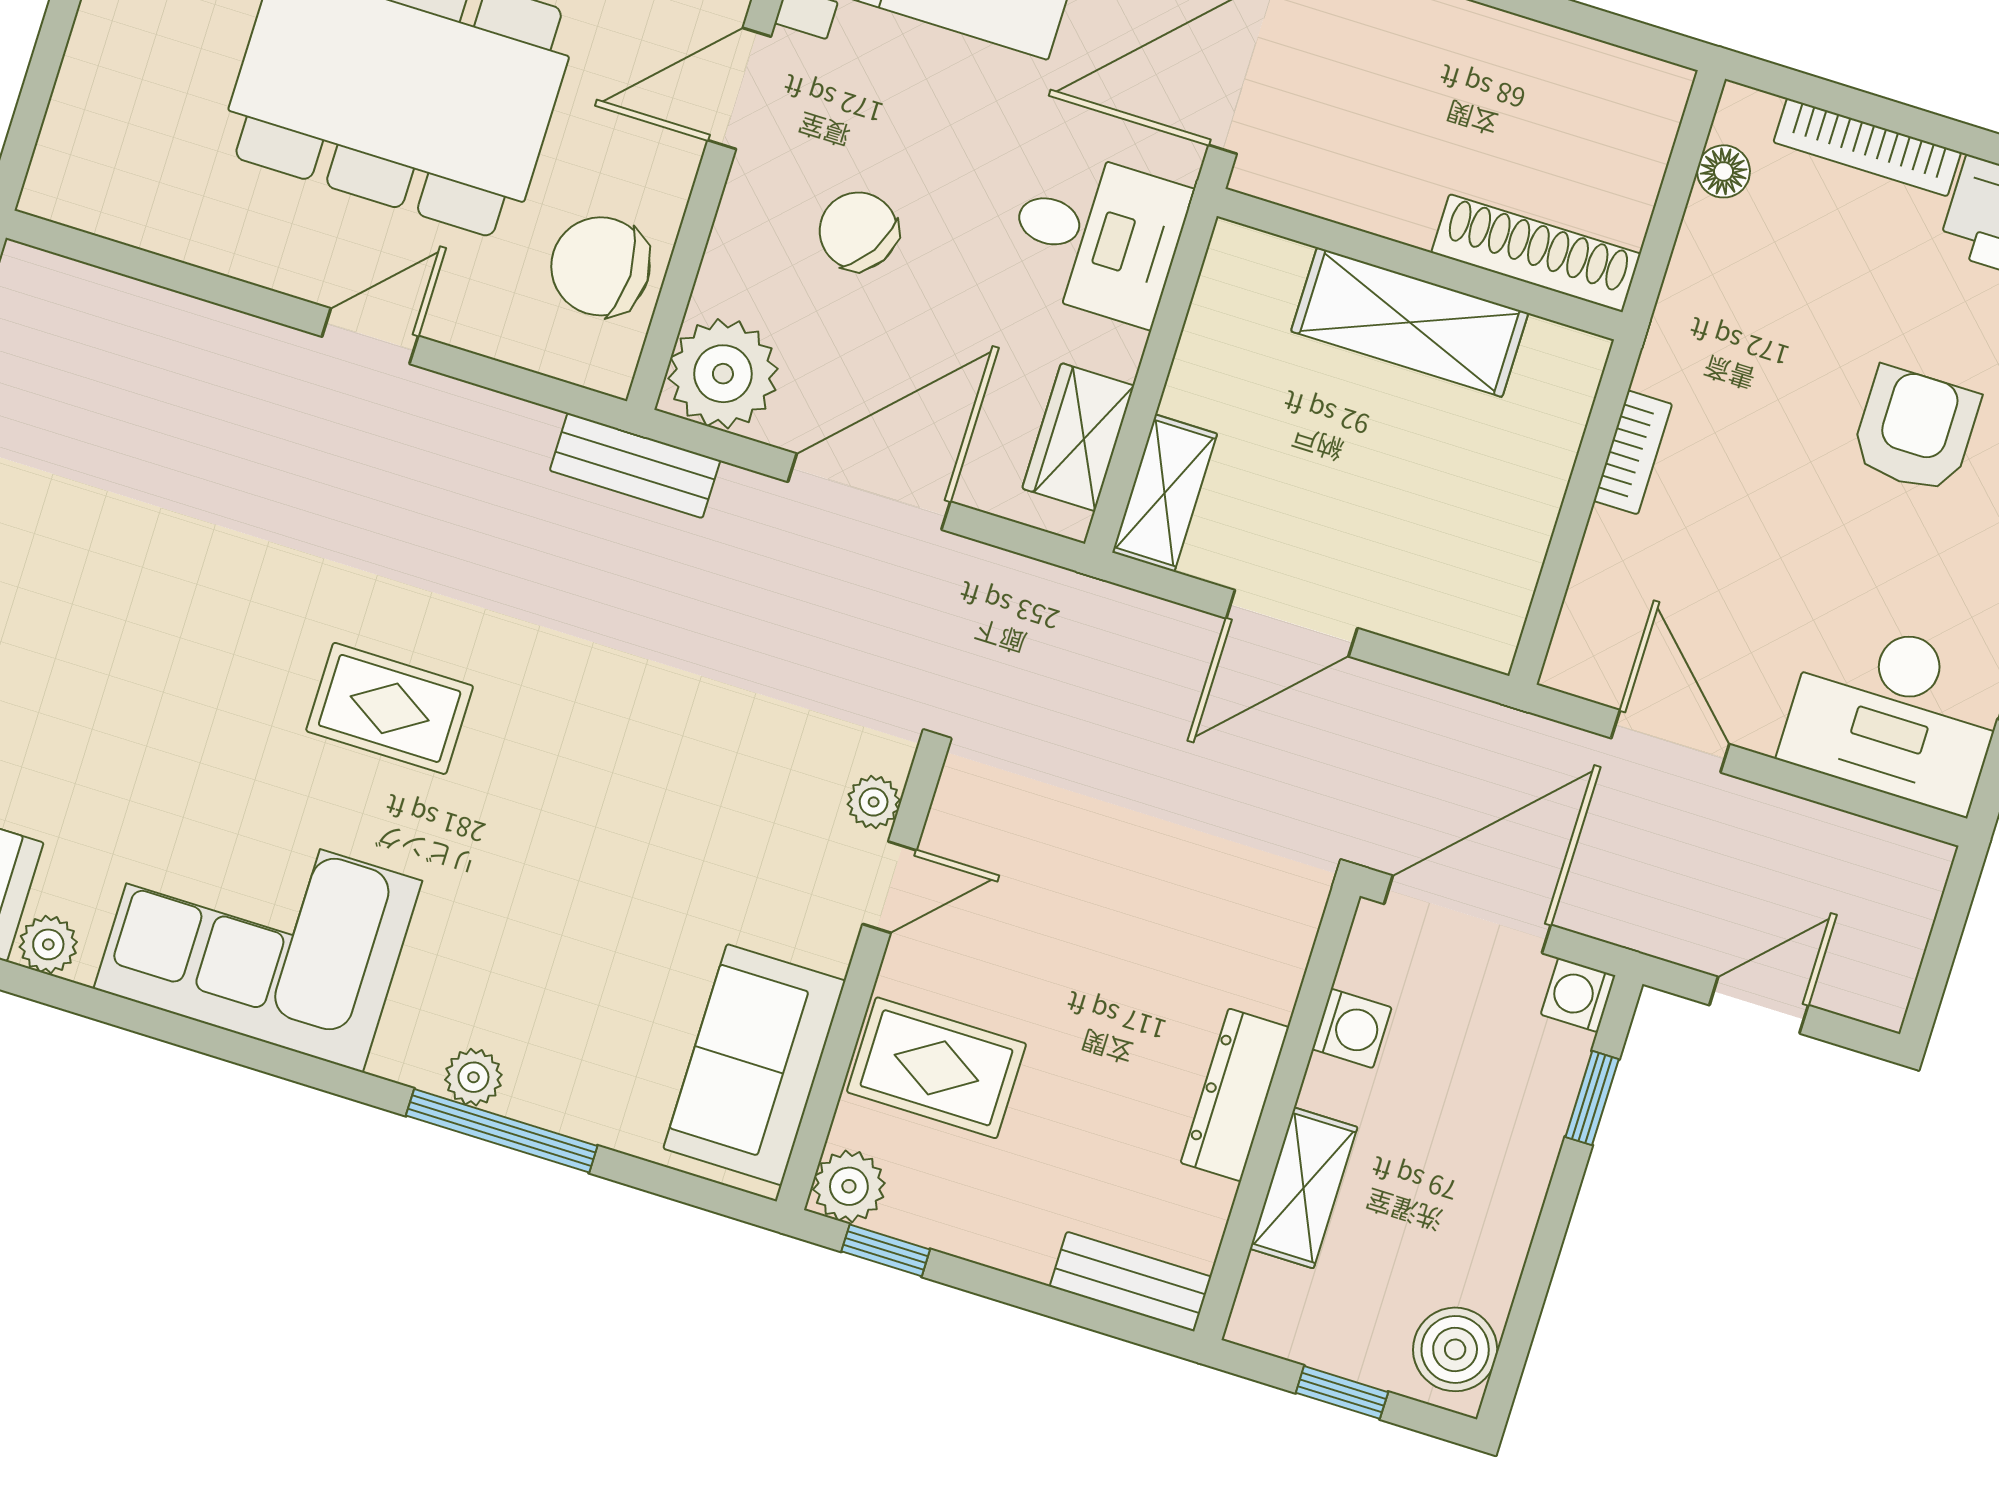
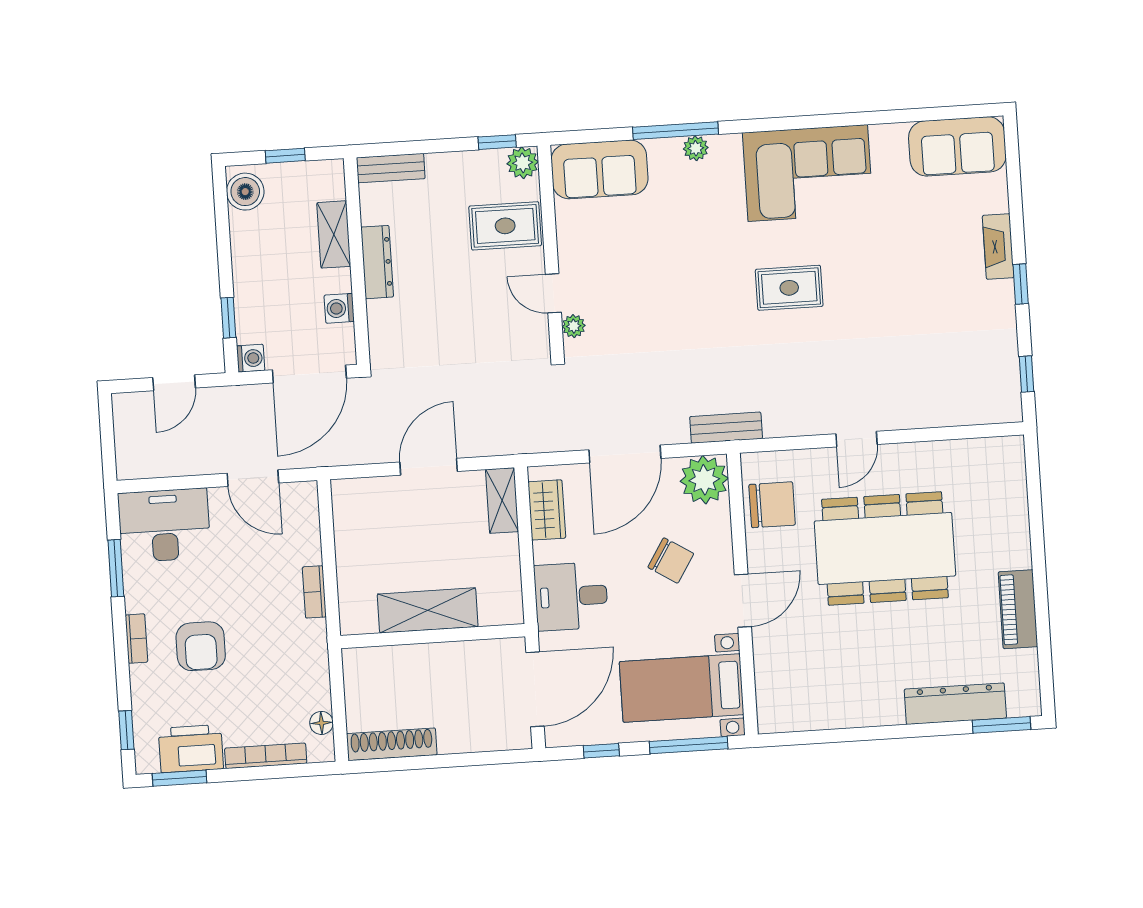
shoe rack: (1536, 253) -> (392, 744), moved, turned 180
door: (889, 887) -> (553, 293), hinge flipped
plant: (48, 944) -> (893, 136), removed
sofa: (754, 1065) -> (599, 169), moved, turned 90

